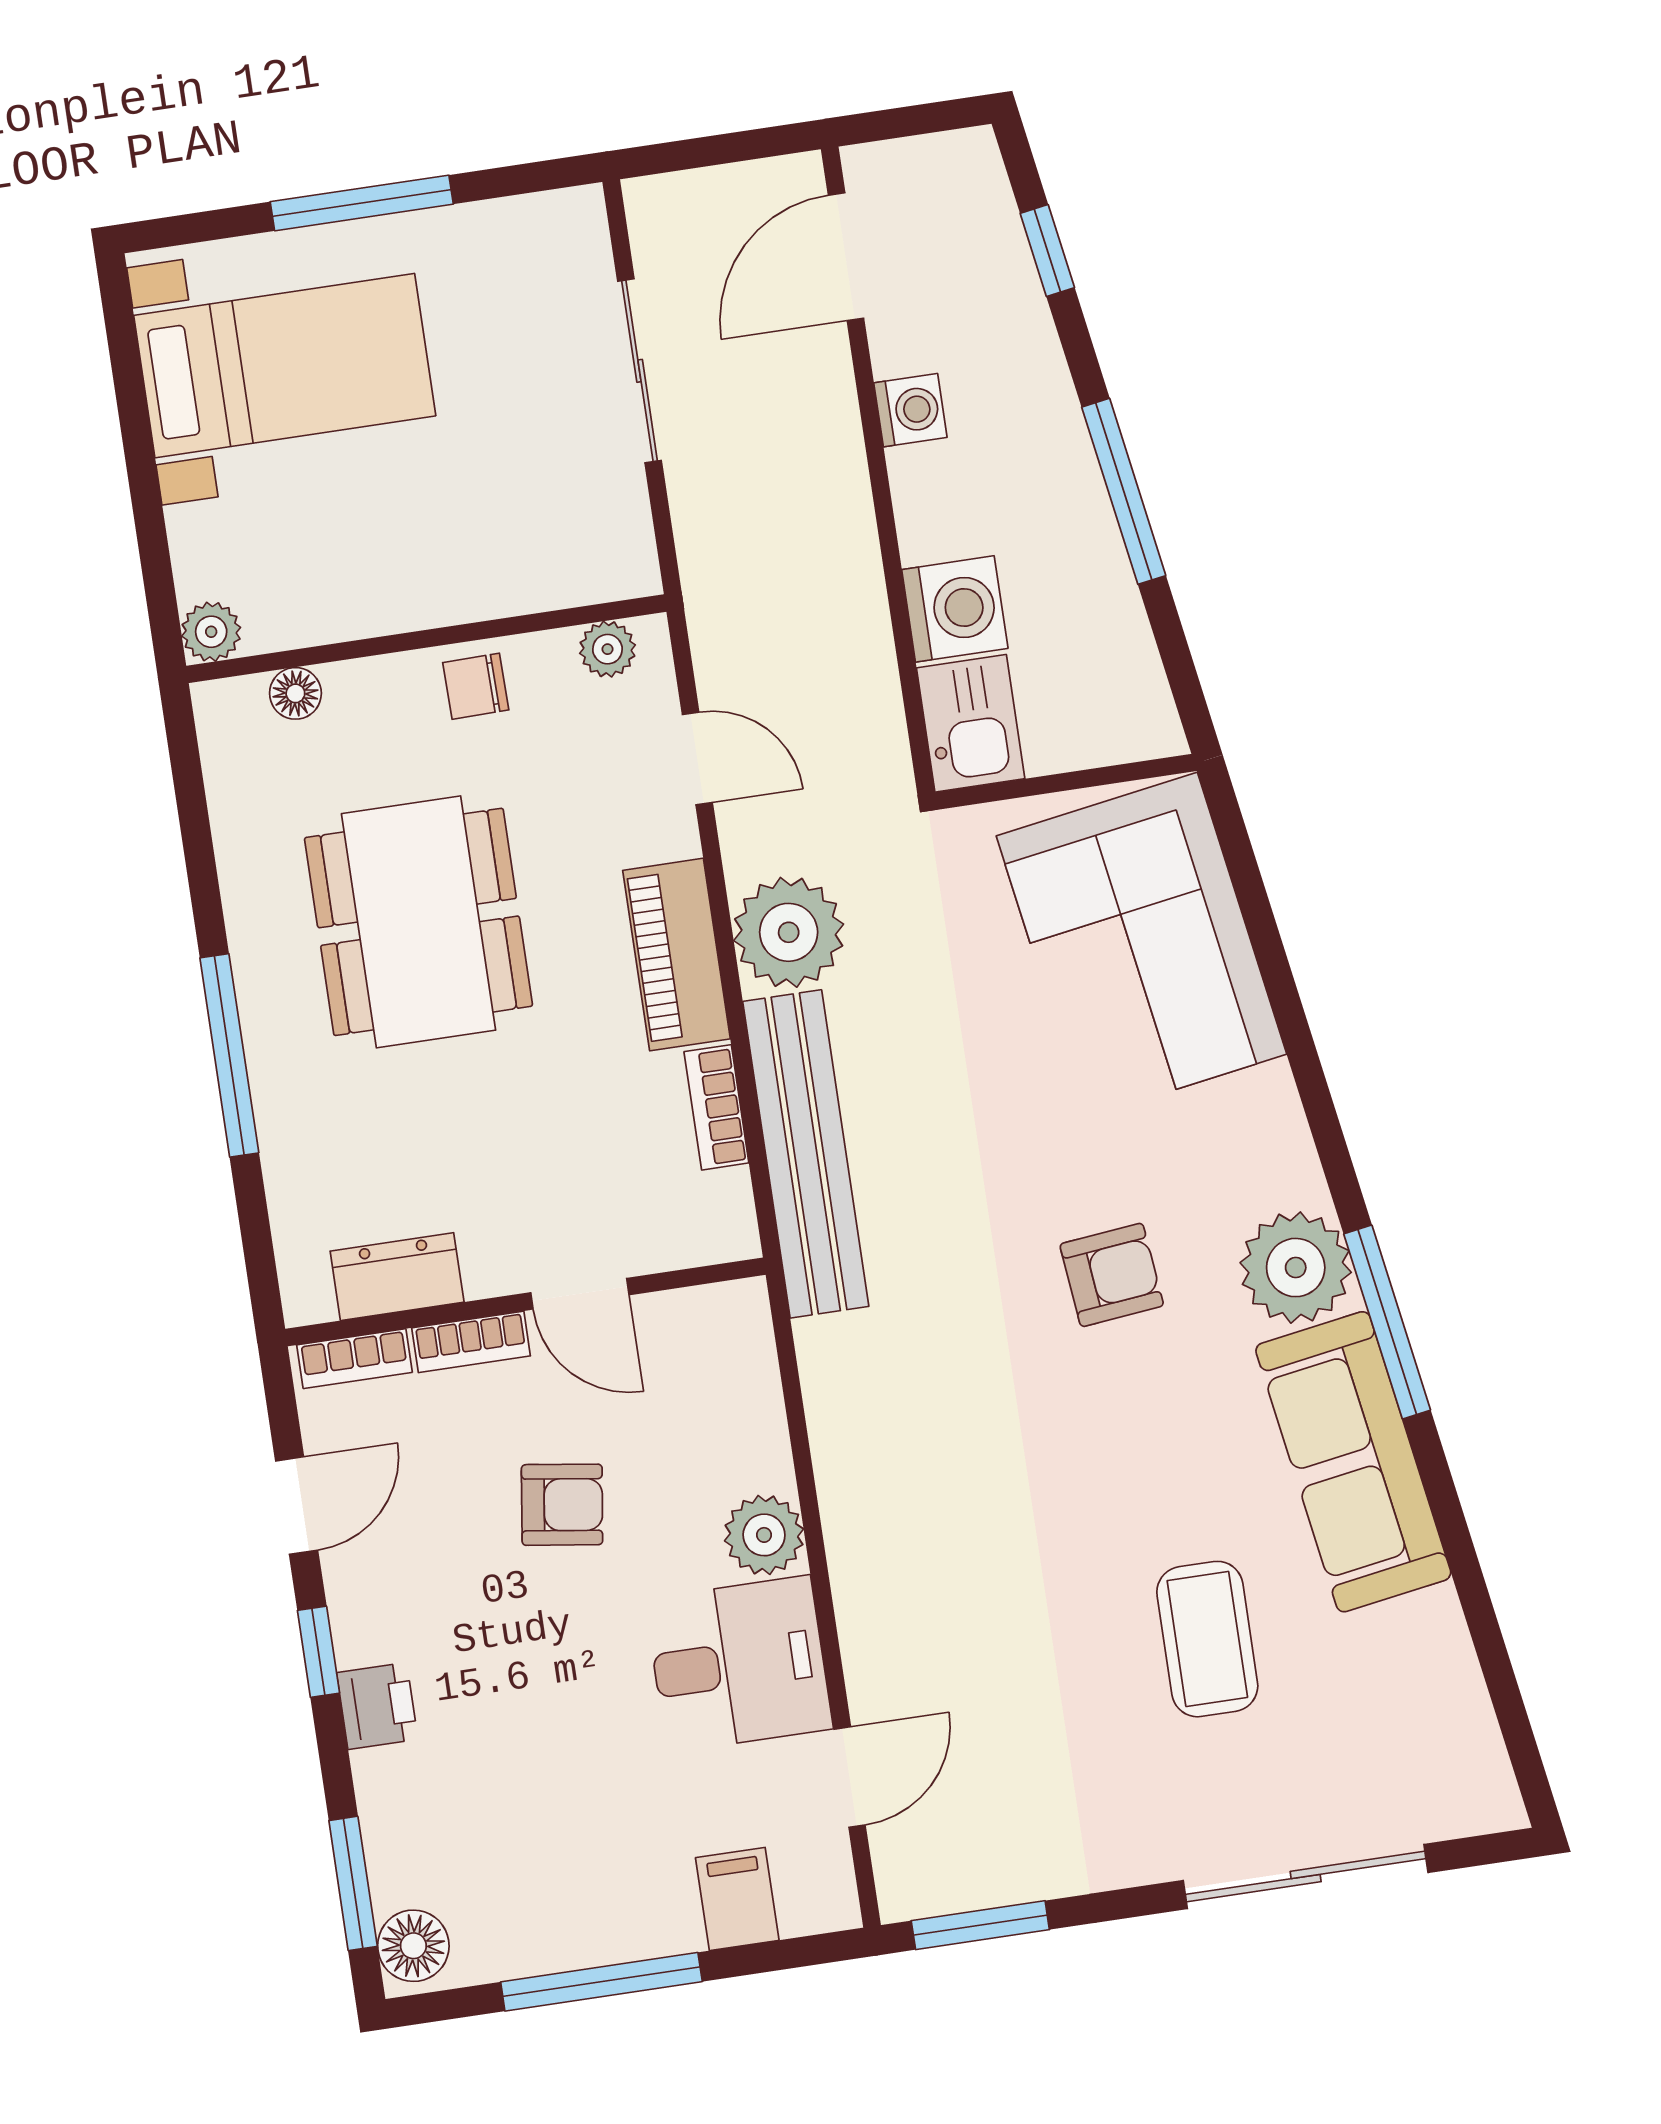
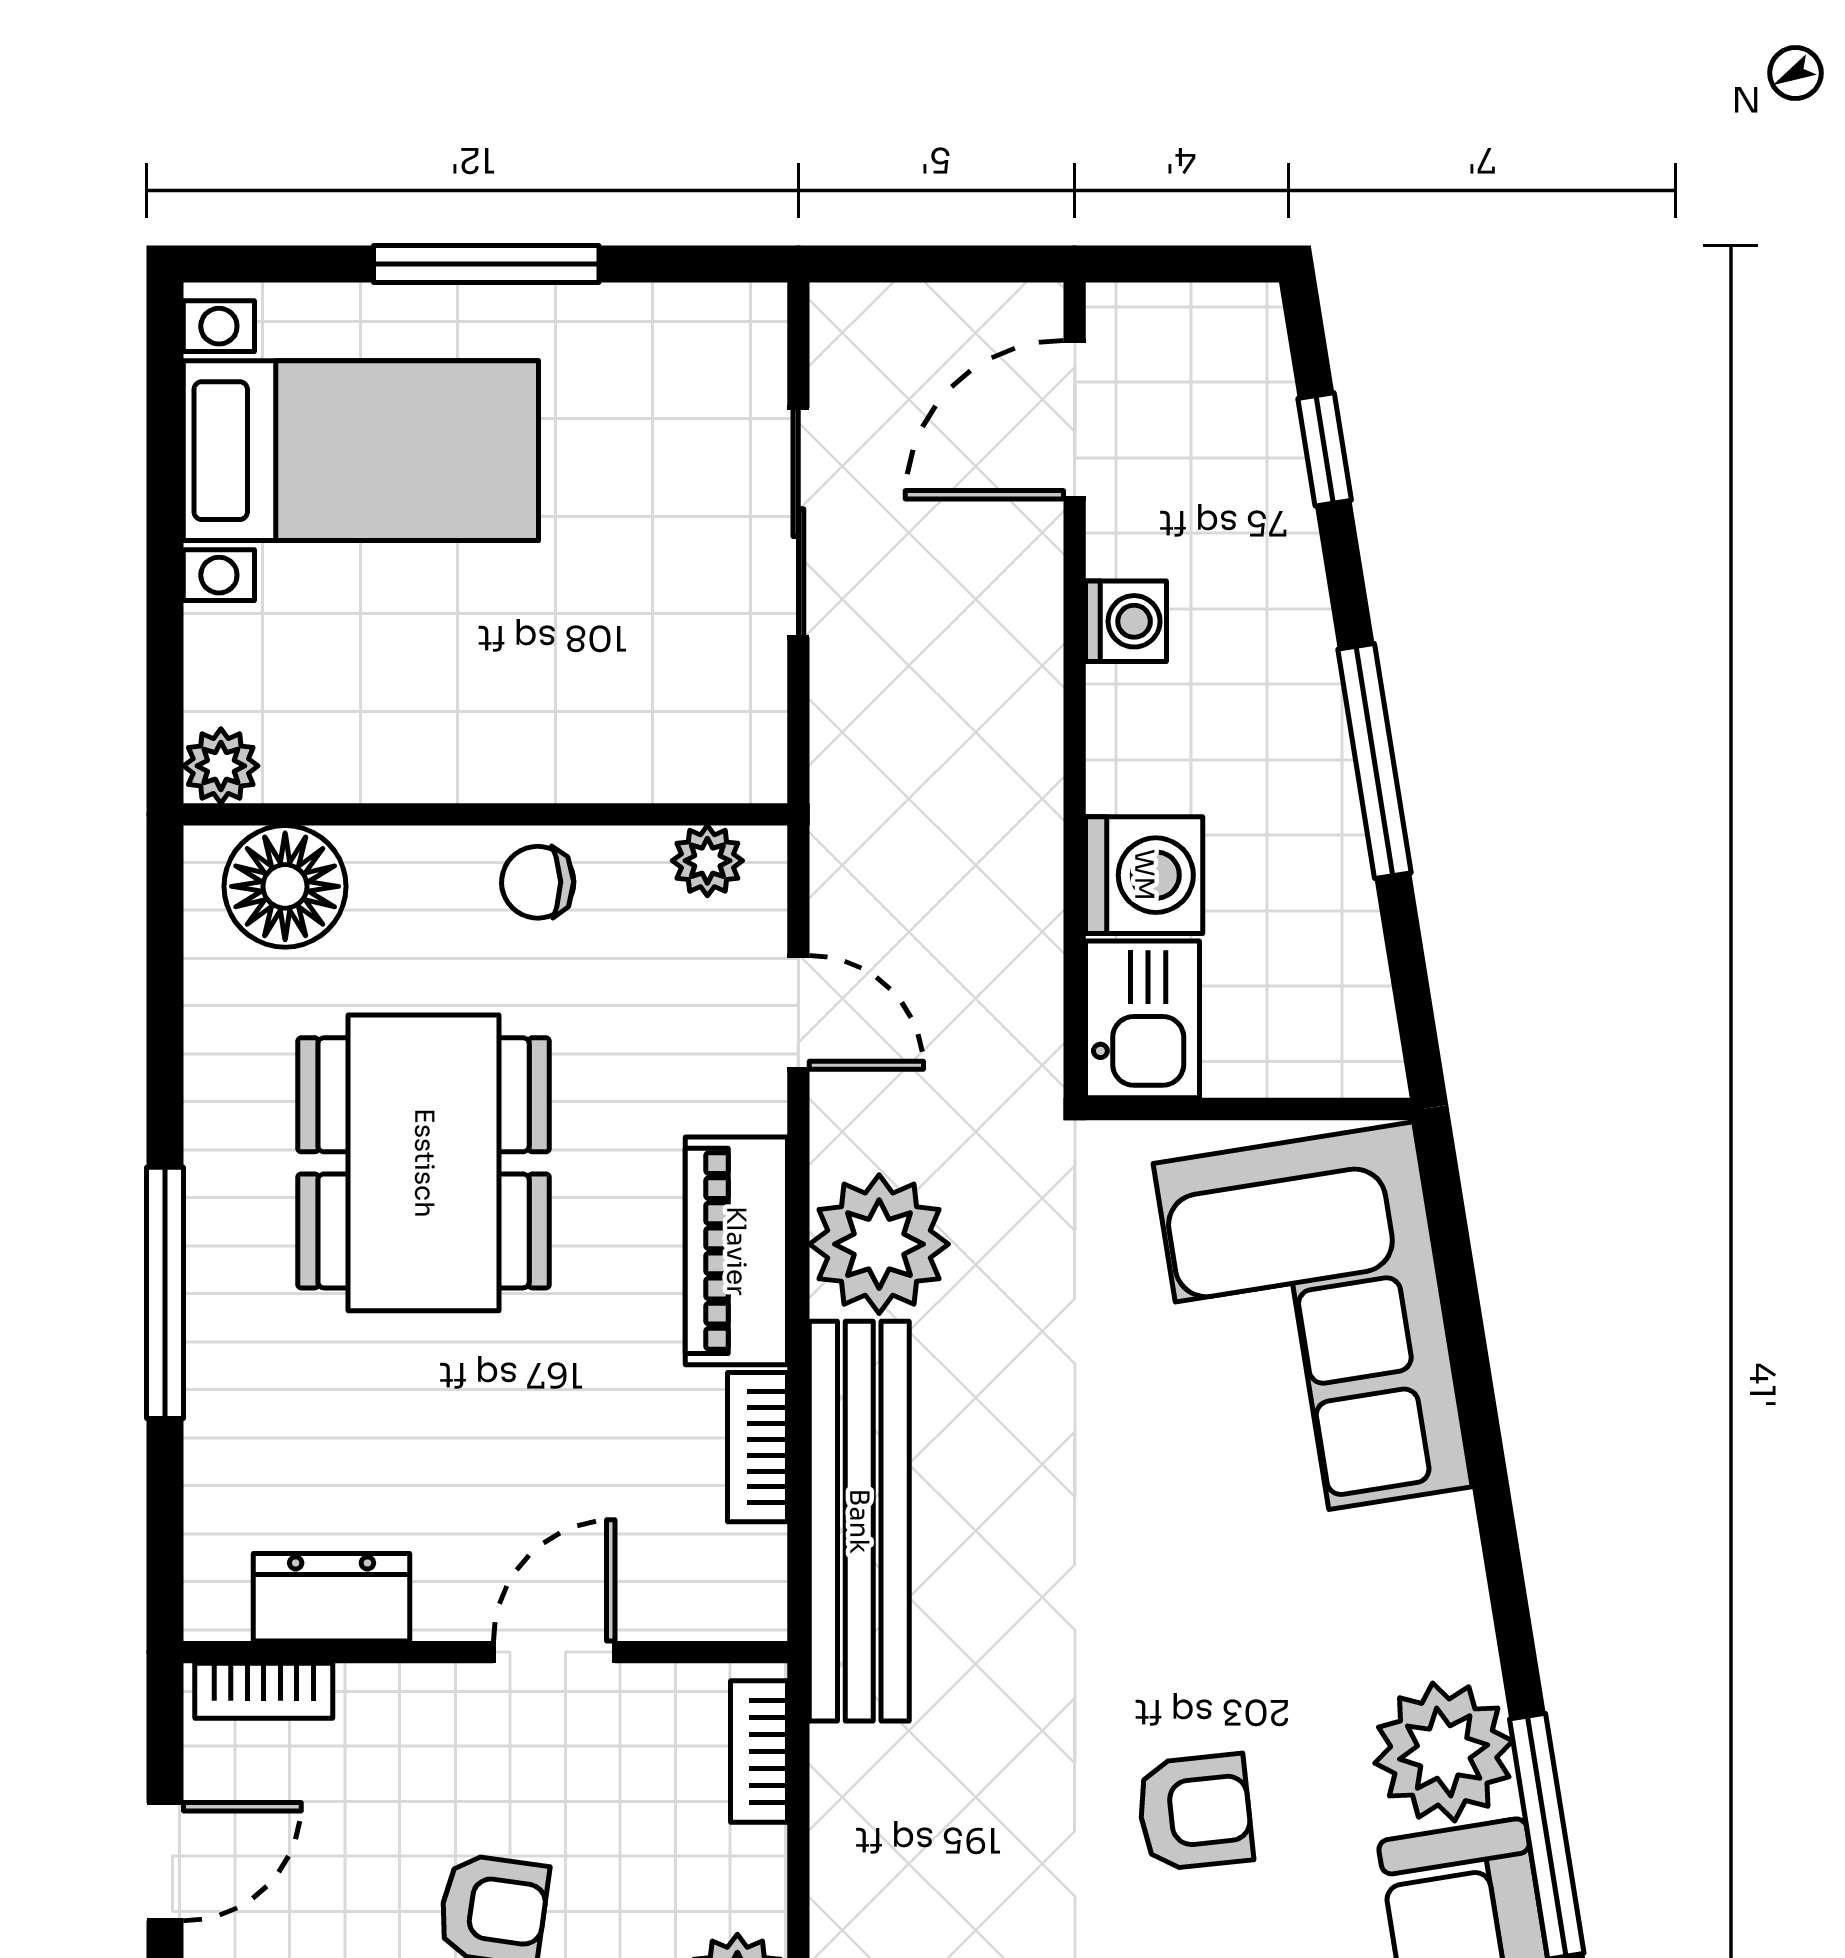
floor lamp: (295, 693) -> (285, 886), width x1.89, depth x1.89
armchair: (1112, 1275) -> (1195, 1812), moved
door: (580, 1294) -> (554, 1652), swing flipped
bookcase: (471, 1342) -> (759, 1751), moved, turned 90

